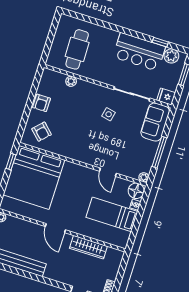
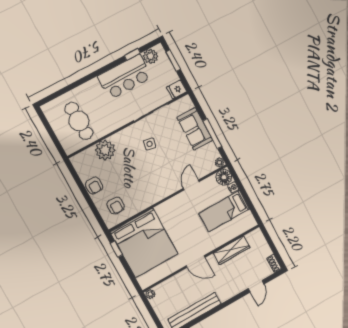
plant: (71, 81) -> (105, 150), width x1.87, depth x1.87
sofa: (155, 122) -> (195, 129), moved
armchair: (42, 132) -> (116, 206), turned 46
door: (108, 172) -> (191, 185), swing flipped

